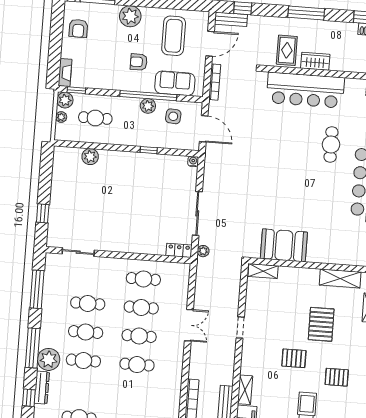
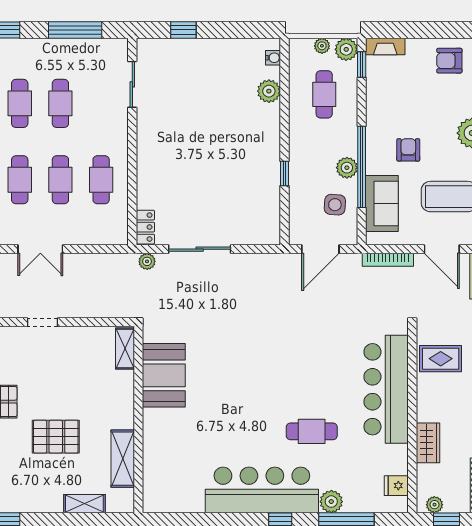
wardrobe: (315, 61) -> (428, 443), moved
water cooler: (193, 161) -> (273, 58), moved

